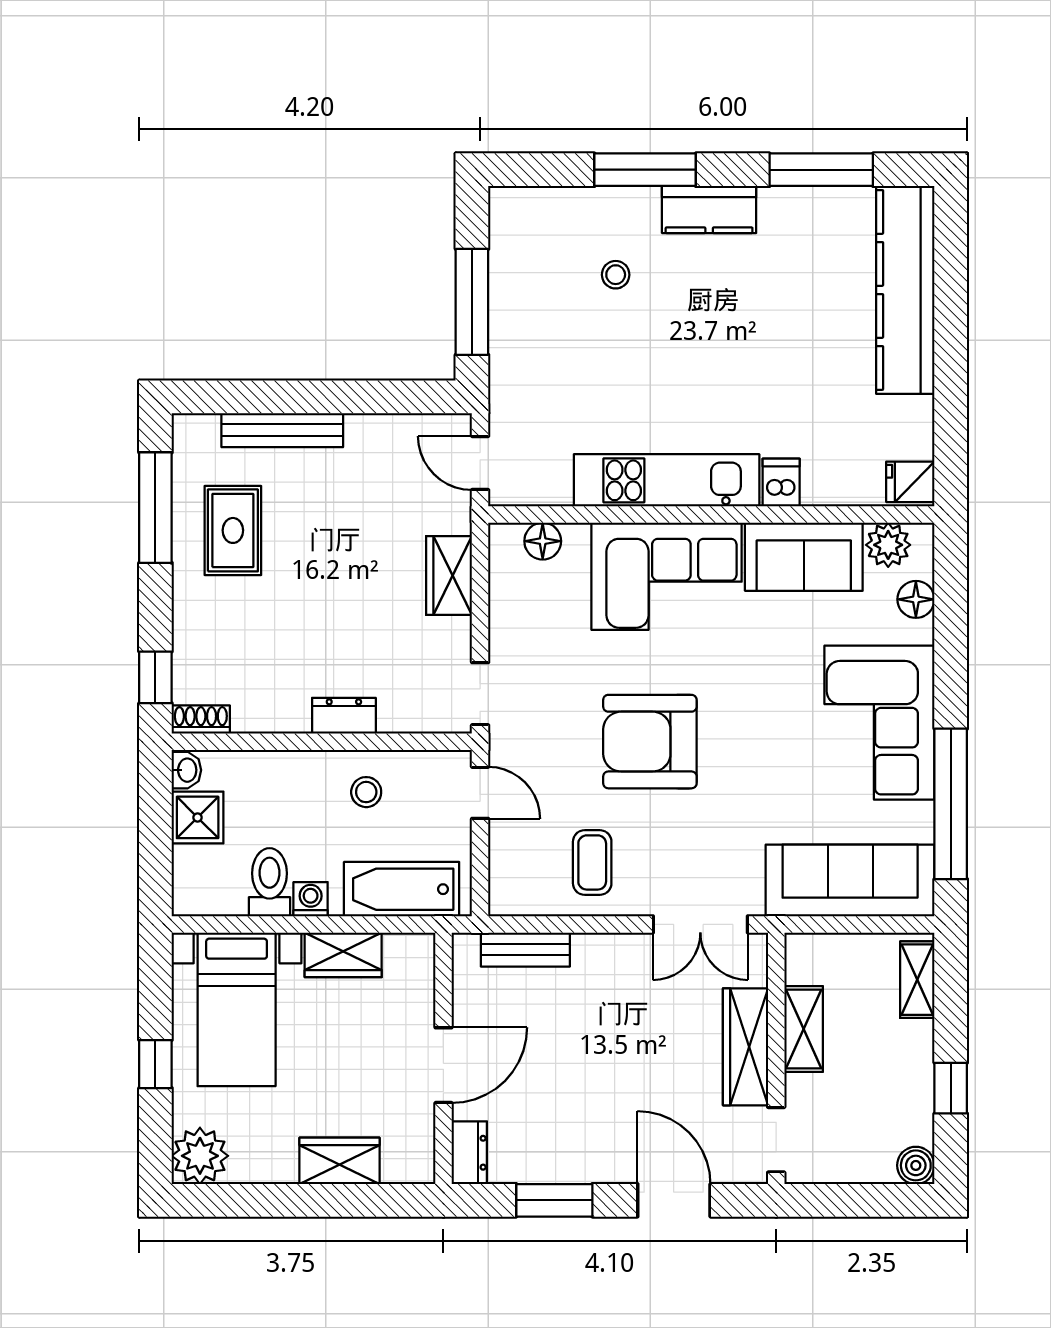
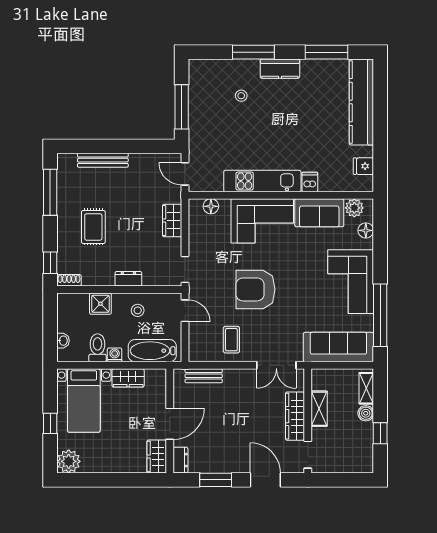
fridge: (910, 482) -> (363, 166), moved
rug: (233, 530) -> (93, 227), moved
washbasin: (186, 770) -> (63, 341), moved
shower: (198, 817) -> (100, 304), moved
wardrobe: (339, 1161) -> (157, 457), moved, turned -90
boiler: (916, 1165) -> (366, 413), moved

